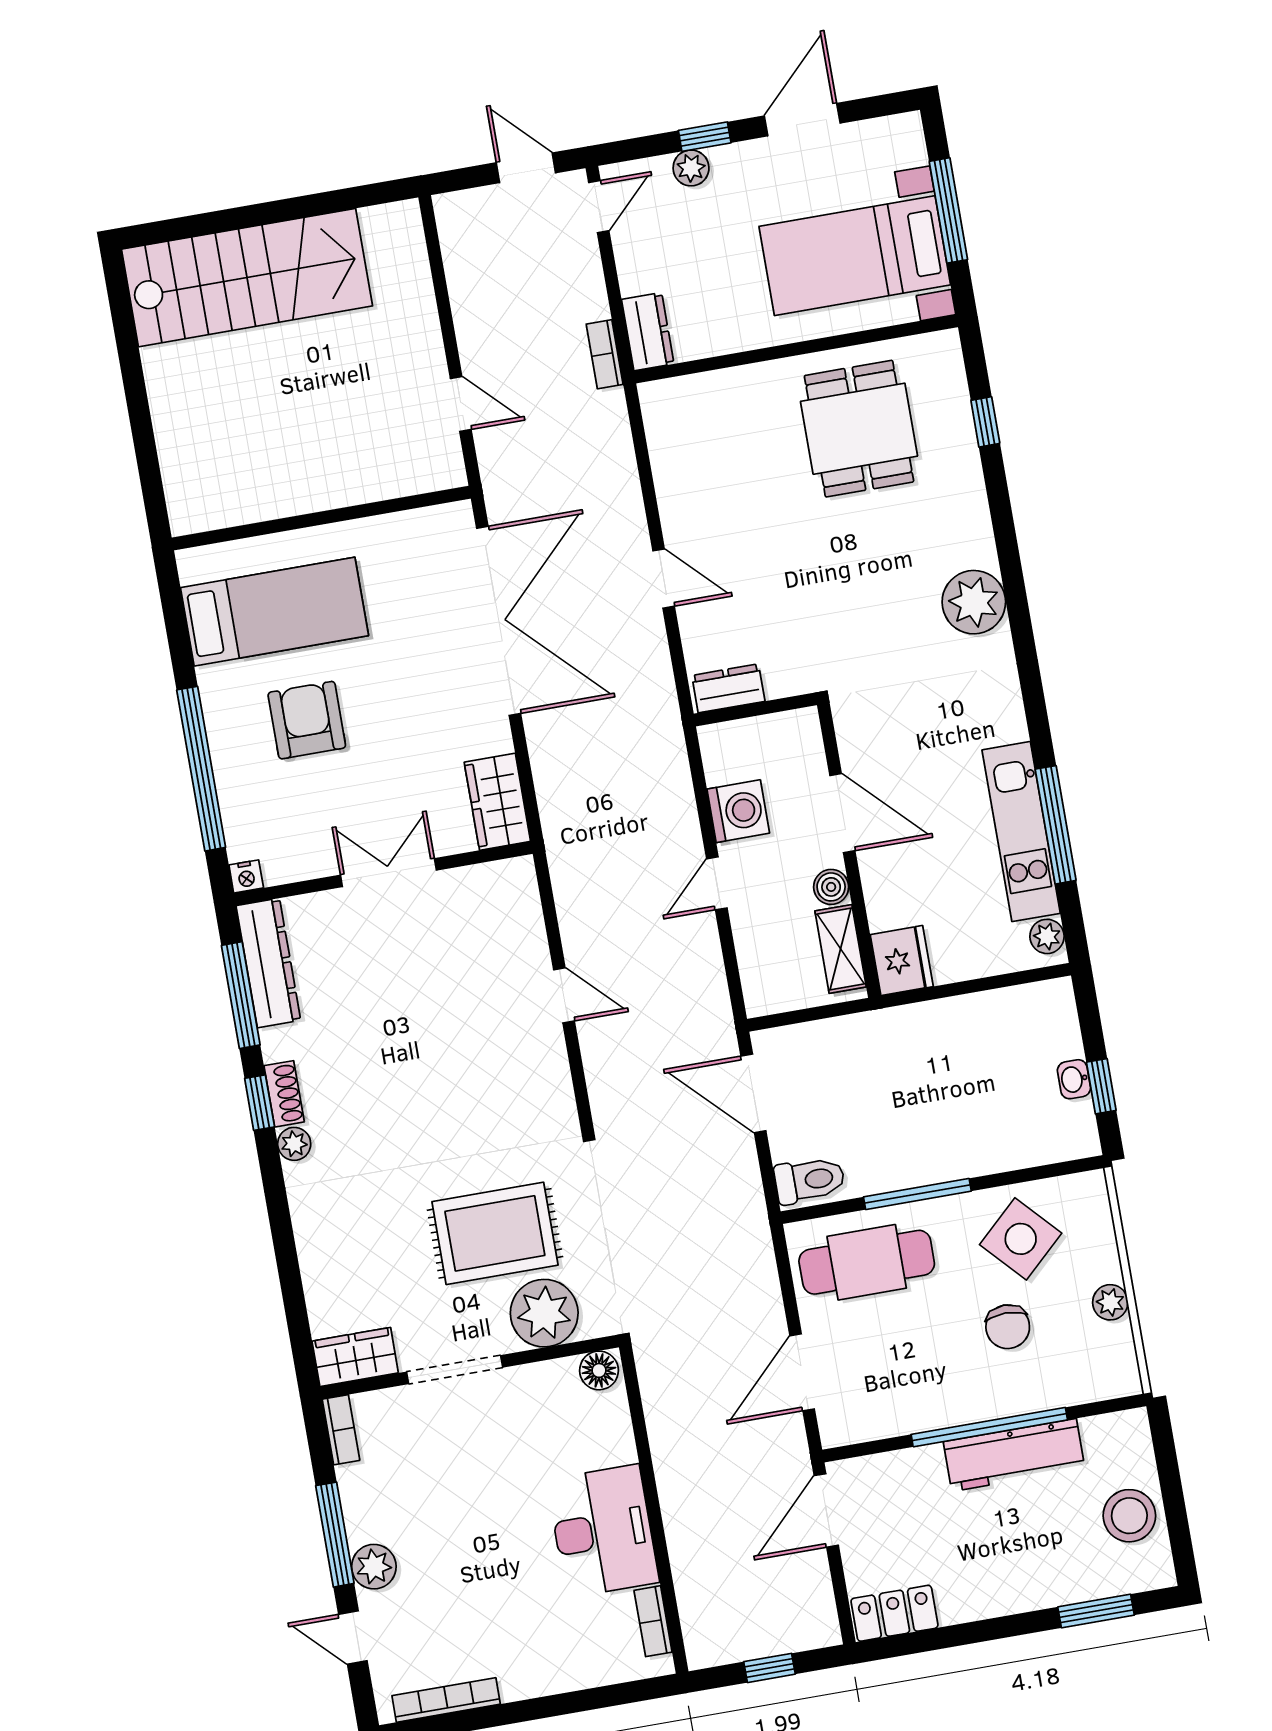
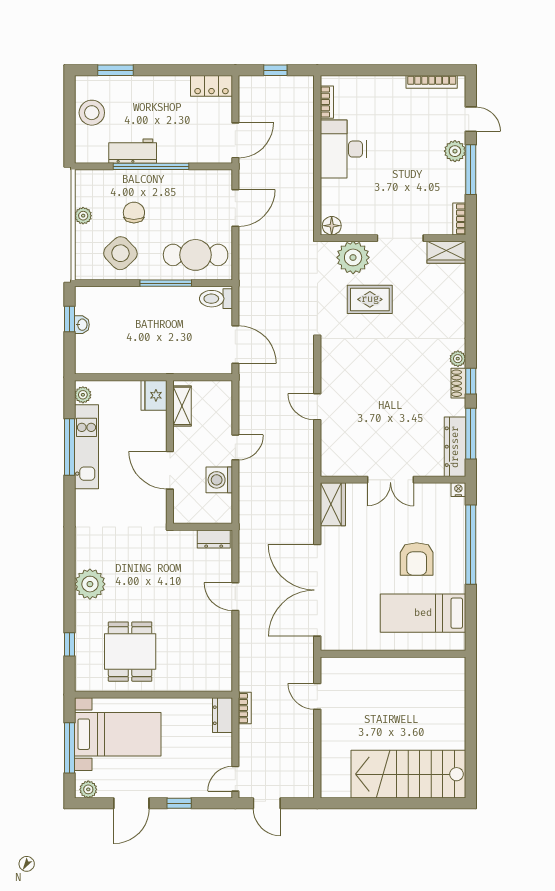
plant: (691, 168) -> (88, 789), moved
plant: (974, 602) -> (90, 584), moved
boiler: (831, 887) -> (181, 436), removed
rug: (495, 1233) -> (370, 299), width x0.73, depth x0.70
workbench: (1014, 1455) -> (133, 151), width x0.73

